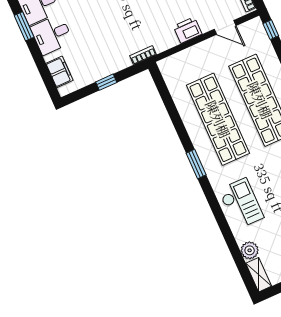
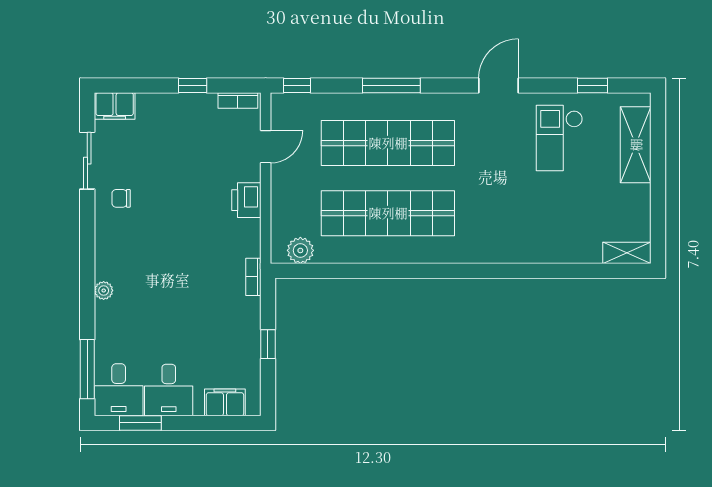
window: (196, 164) -> (436, 271), removed
checkout: (241, 204) -> (518, 233), removed
plant: (250, 250) -> (300, 250), moved

